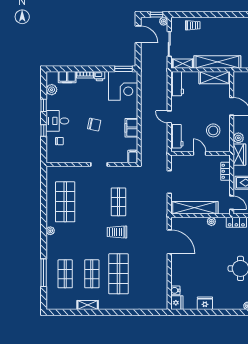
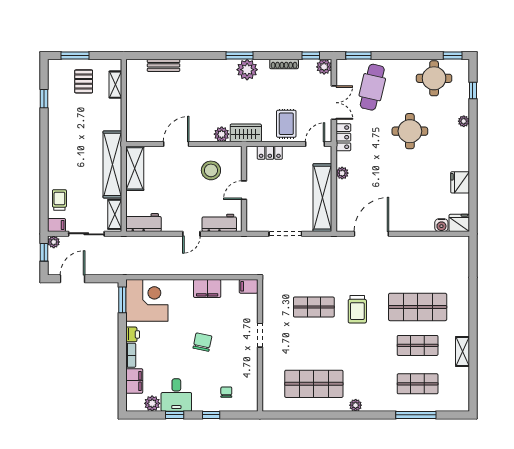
filing cabinet: (175, 23) -> (57, 225), added
desk: (57, 121) -> (176, 395), moved

